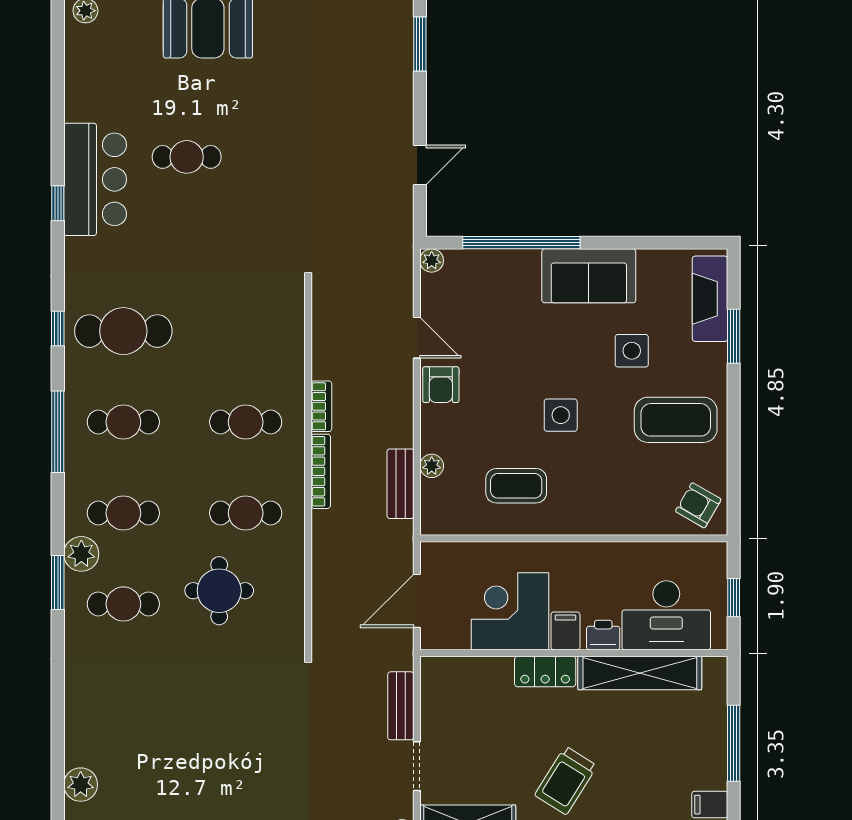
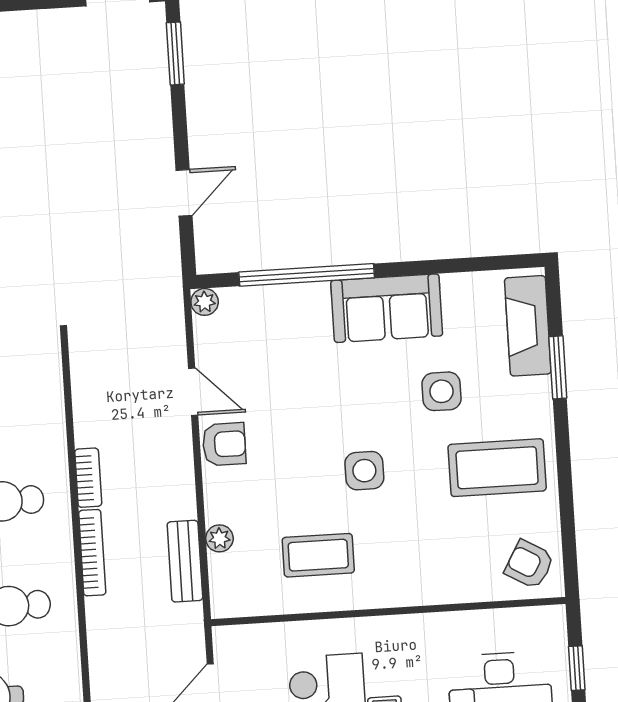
armchair: (441, 385) -> (224, 444), turned -90

